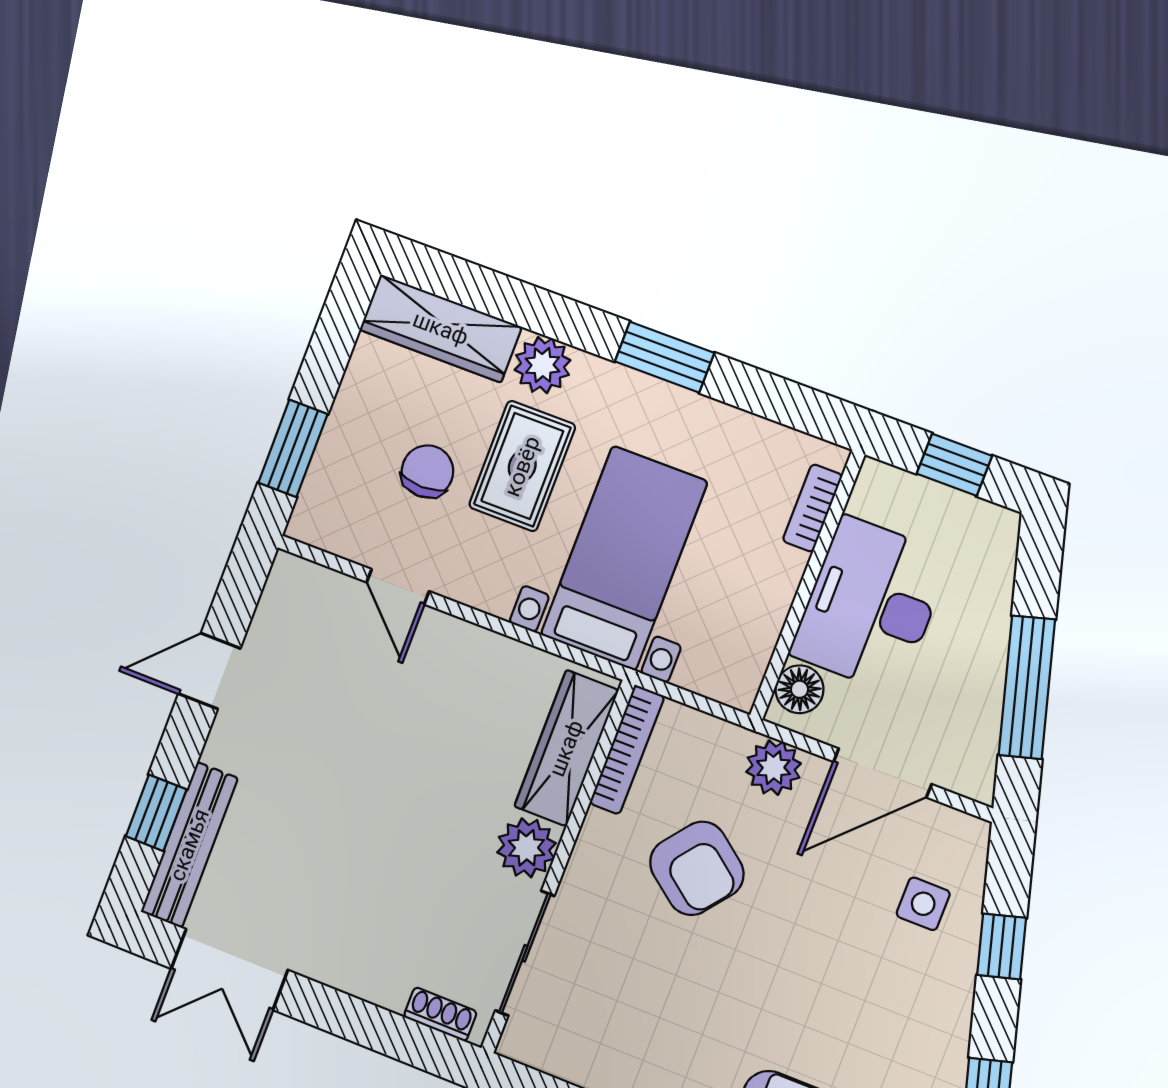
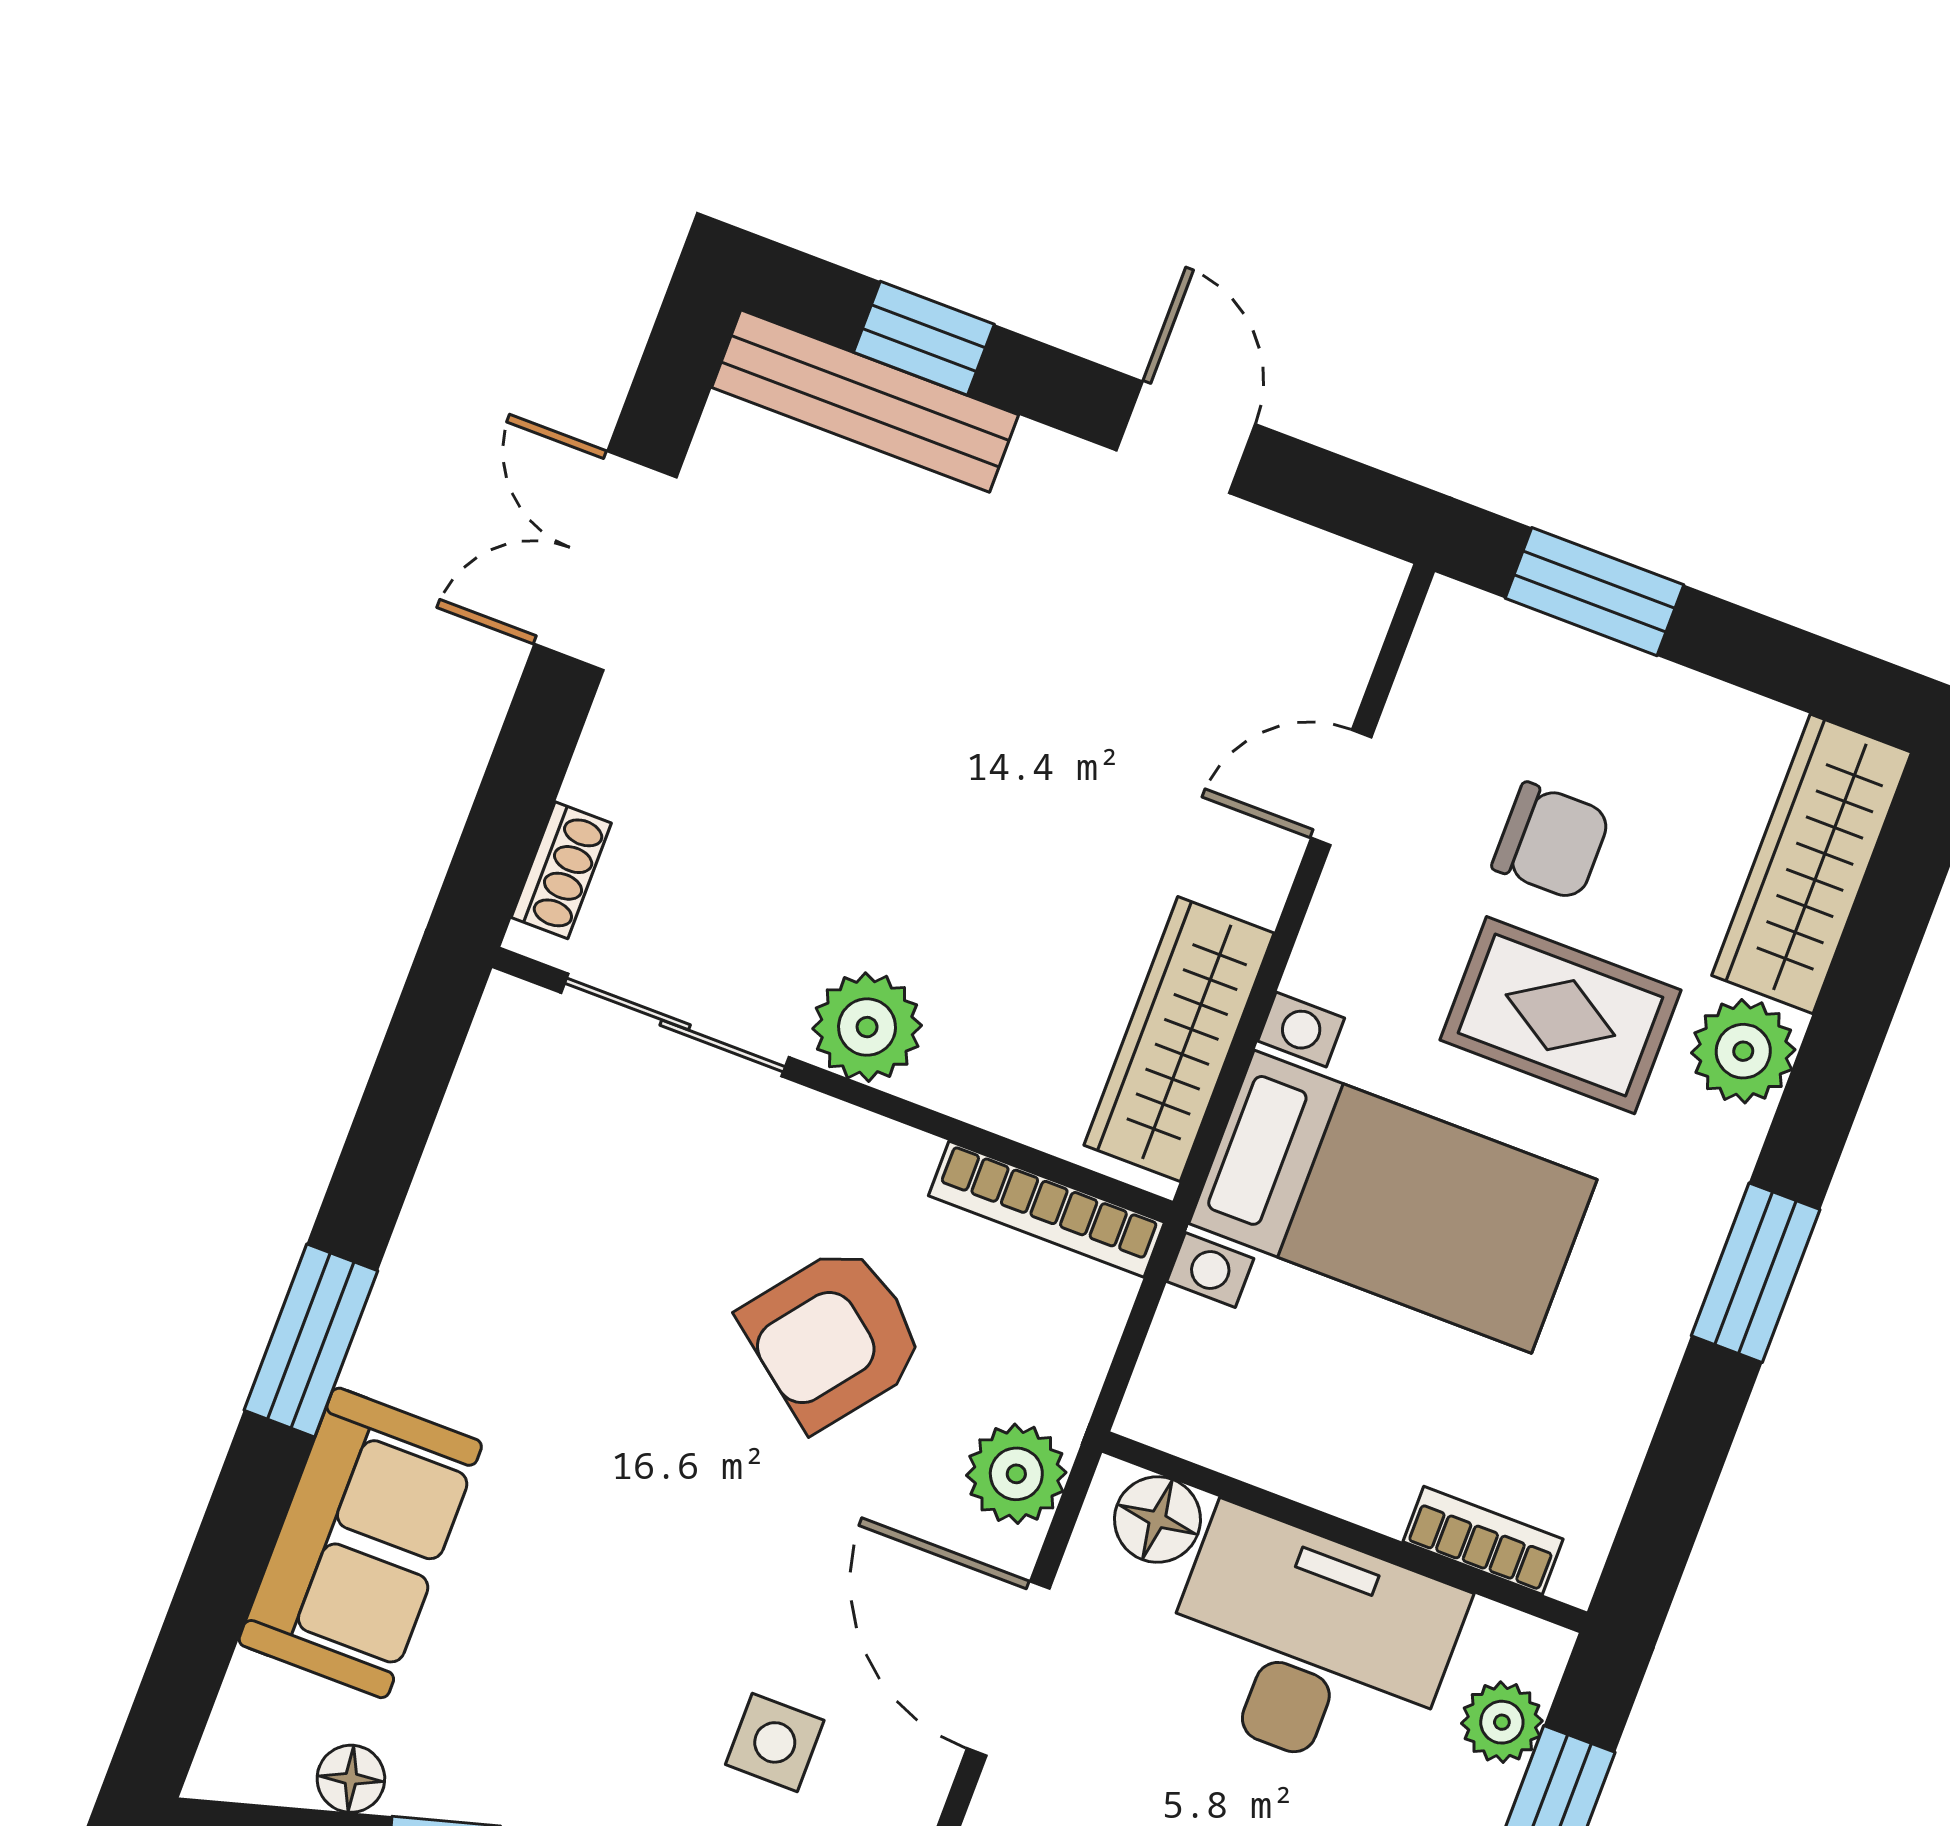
plant: (915, 497) -> (1502, 1722), added
wardrobe: (566, 748) -> (1179, 1039), moved, turned -90
double door: (229, 969) -> (605, 561), moved

